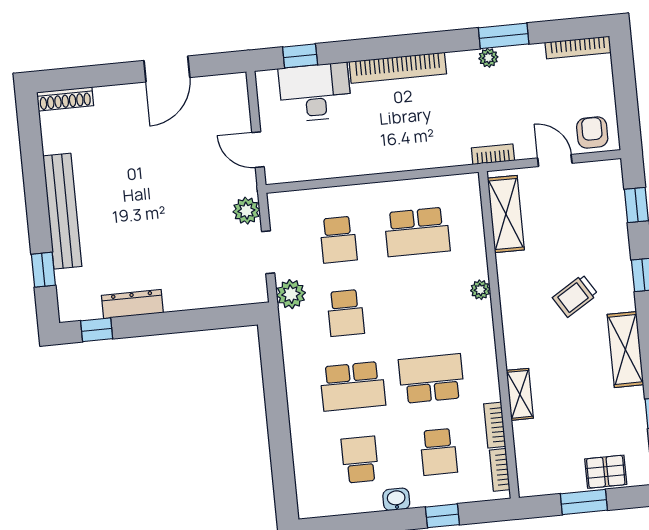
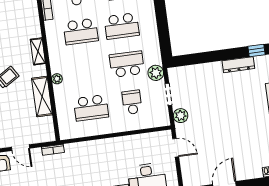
shelving: (506, 214) -> (42, 97), moved
school desk: (417, 232) -> (91, 108), turned 180
school desk: (346, 313) -> (127, 64), width x1.85
school desk: (353, 386) -> (122, 26), turned 180
shelving: (520, 394) -> (38, 51), moved

